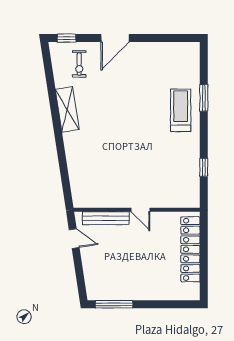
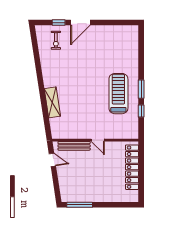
window: (67, 38) -> (59, 23), moved
window: (204, 98) -> (141, 89), moved
shelving: (67, 109) -> (52, 102), moved
treadmill: (181, 110) -> (118, 94), moved, width x1.37, depth x1.38

